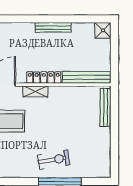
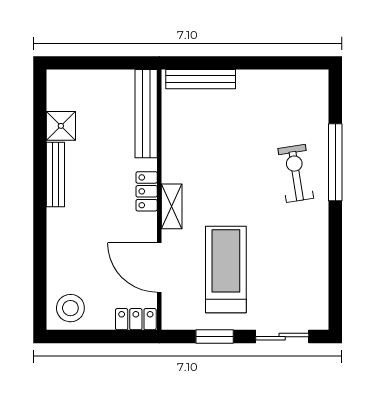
shower: (103, 30) -> (61, 126), moved
locker: (44, 78) -> (147, 191), width x0.66

